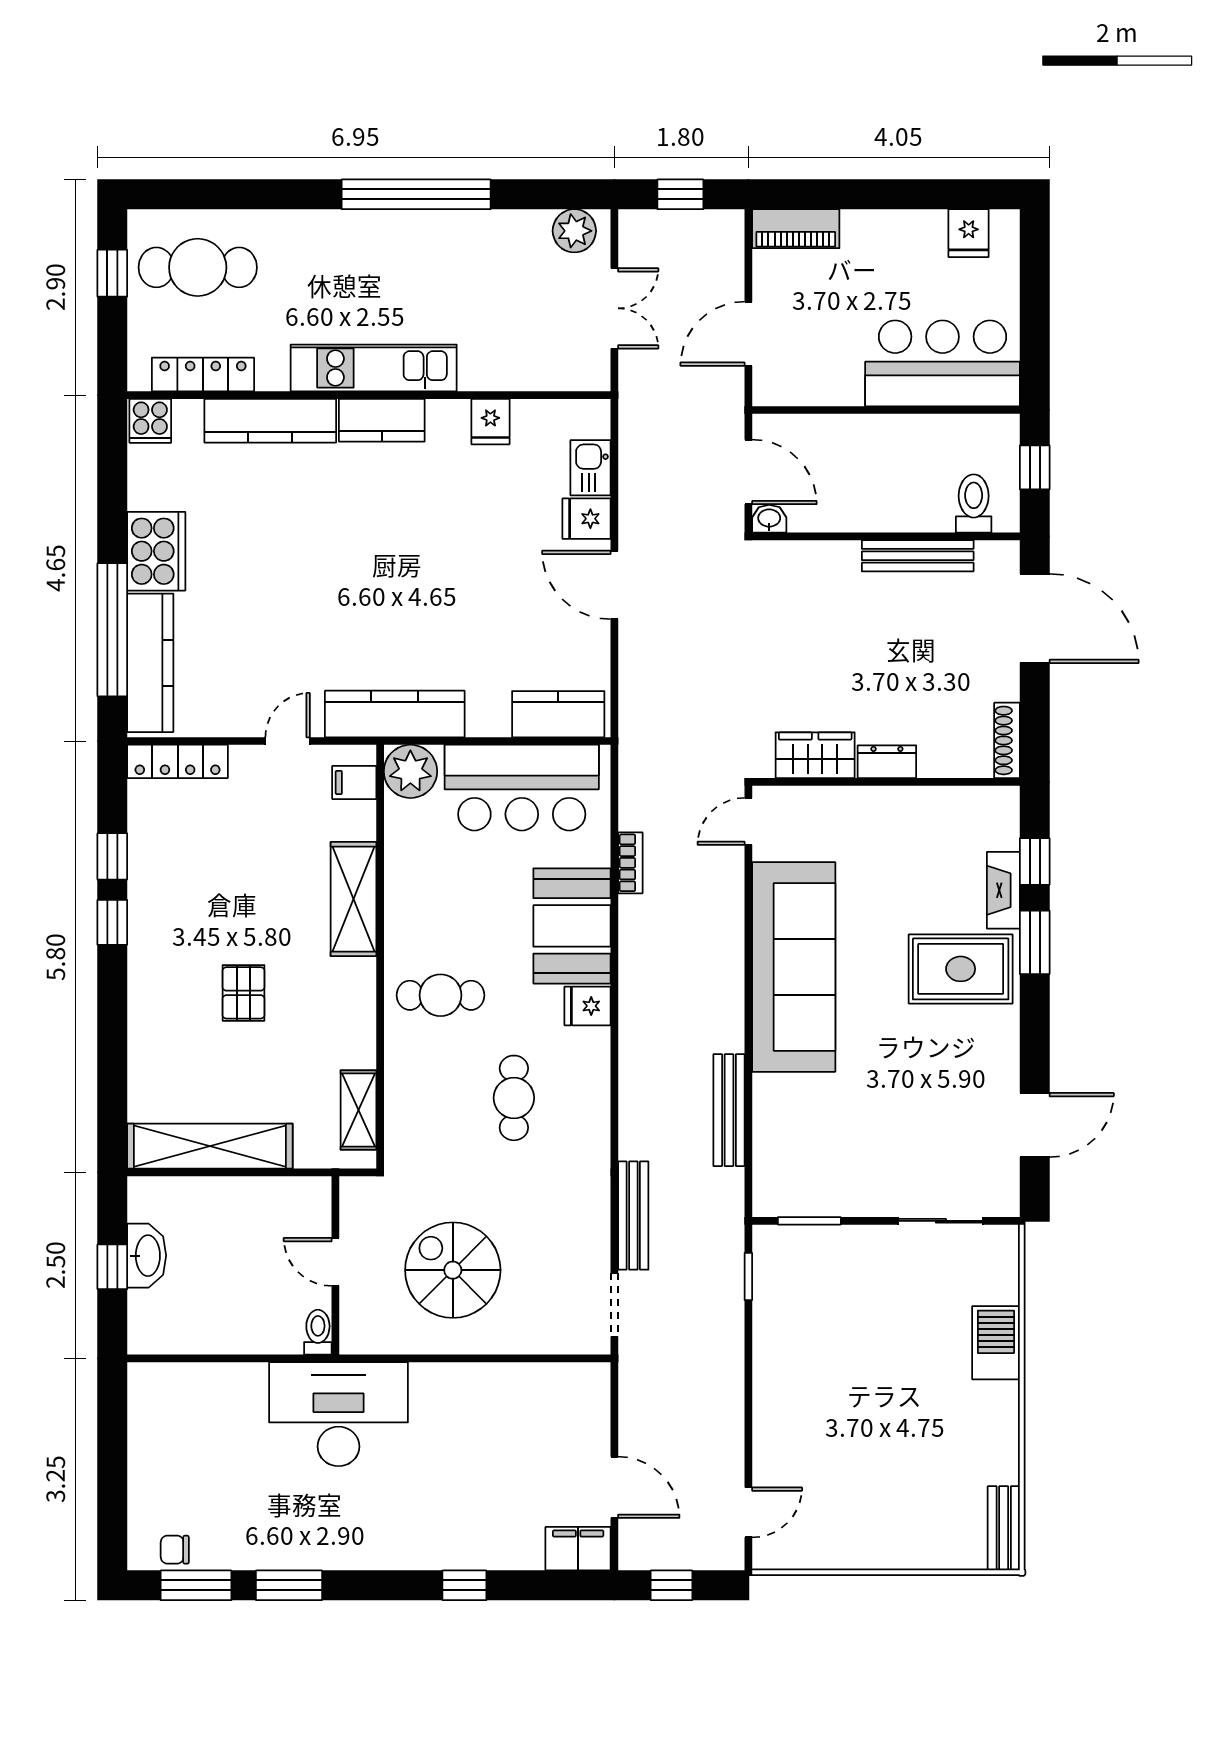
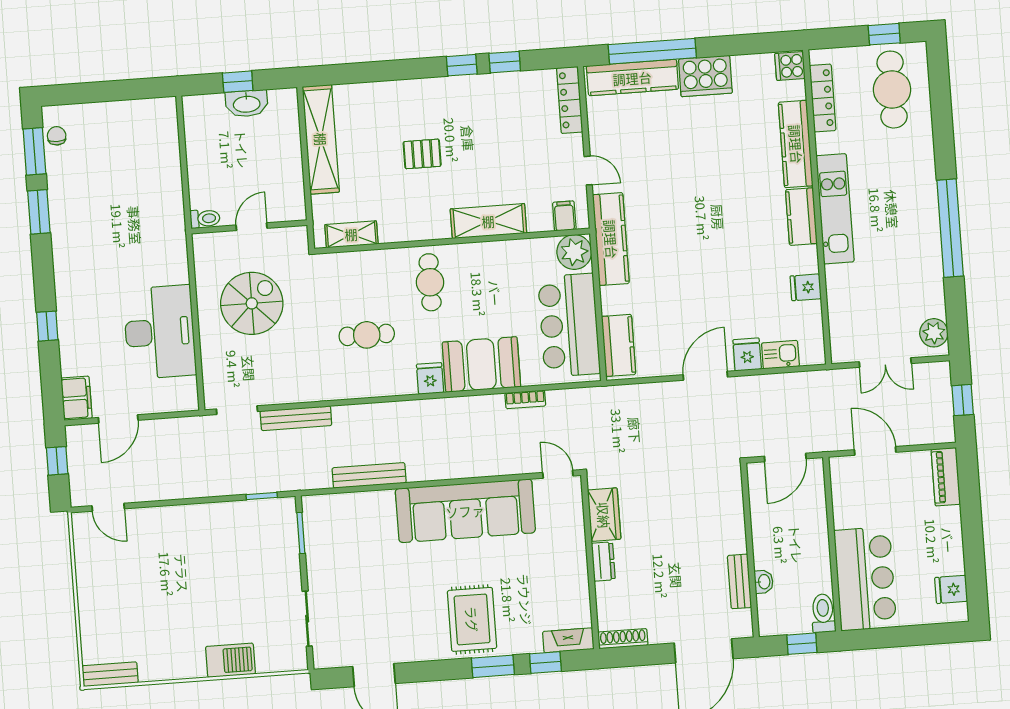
toilet: (974, 504) -> (823, 613), moved, turned -90
washbasin: (769, 519) -> (764, 582), moved
bench: (918, 556) -> (739, 581), width x0.73
fireplace: (1003, 890) -> (568, 640), moved
desk: (338, 1414) -> (160, 332), moved

